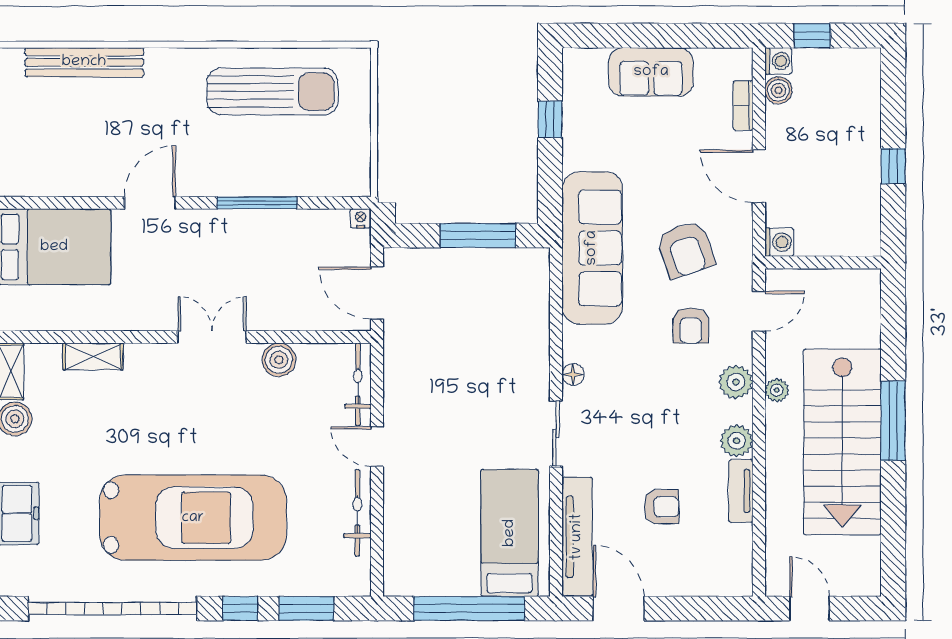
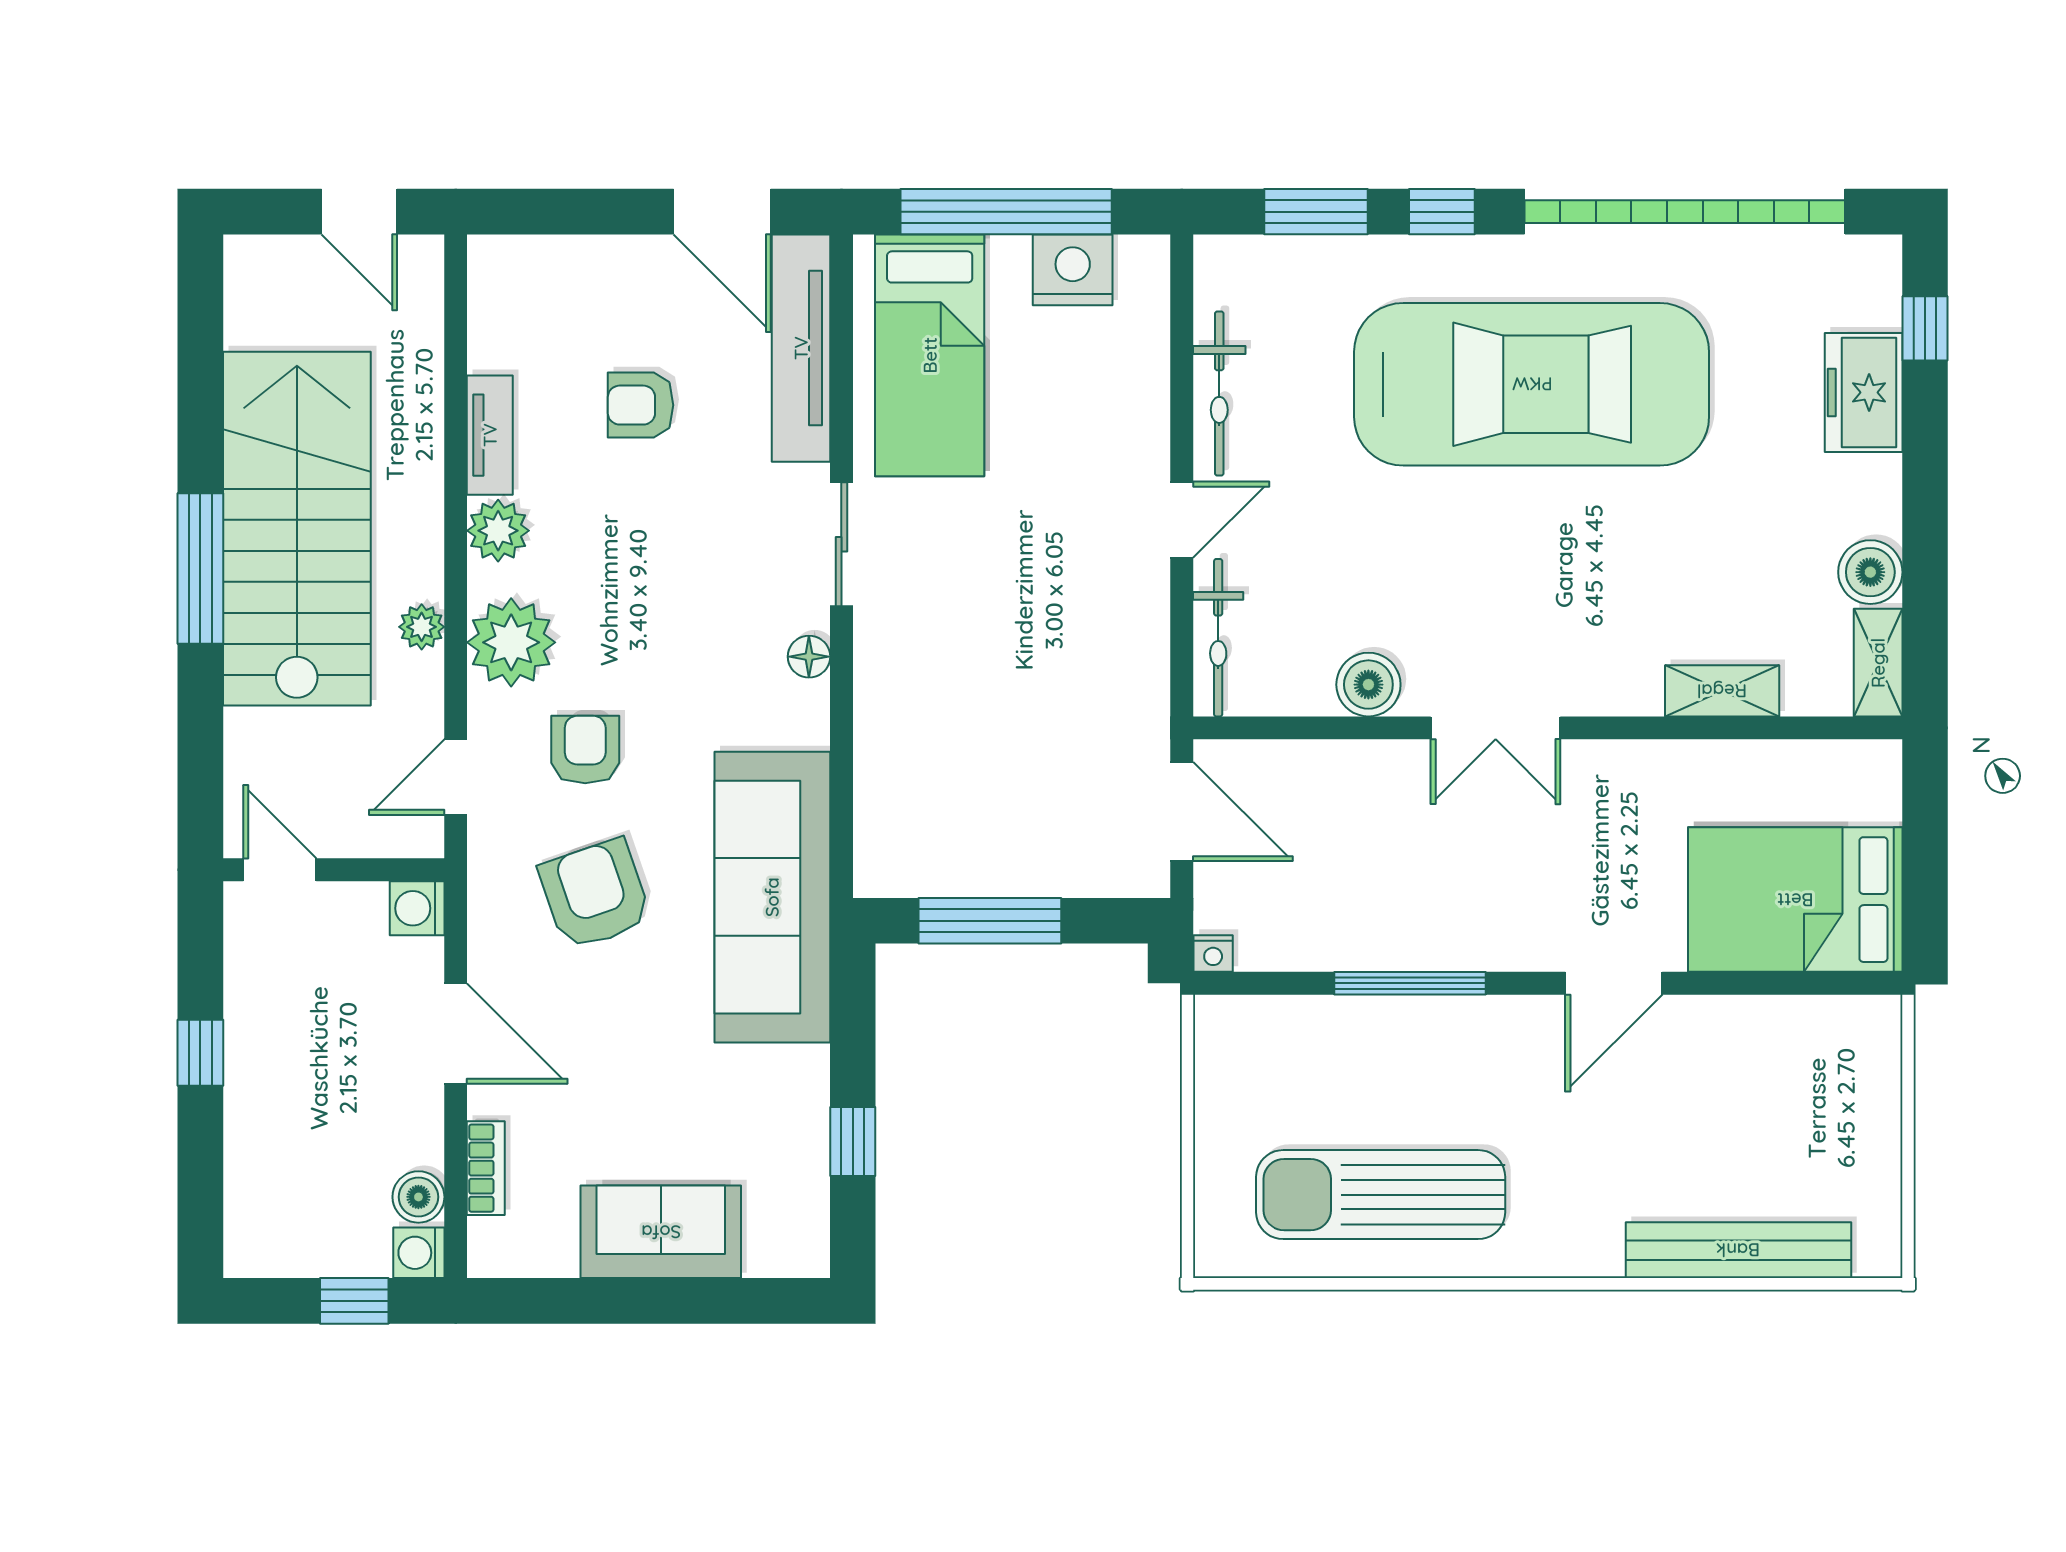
door: (851, 262) -> (280, 870), added
plant: (736, 382) -> (511, 642), width x1.36, depth x1.36
door: (377, 447) -> (1182, 520), hinge flipped
car: (193, 518) -> (1532, 384), turned 180
nightstand: (434, 578) -> (1073, 270), added

